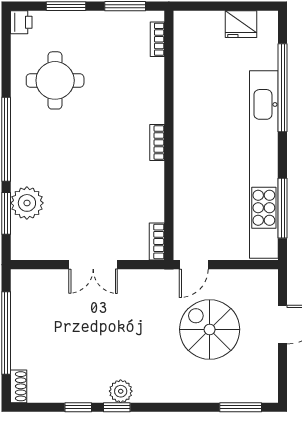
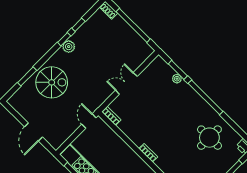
plant: (27, 203) -> (177, 79), width x0.53, depth x0.53
spiral stairs: (210, 329) -> (52, 82), moved
window: (241, 407) -> (27, 76), moved

